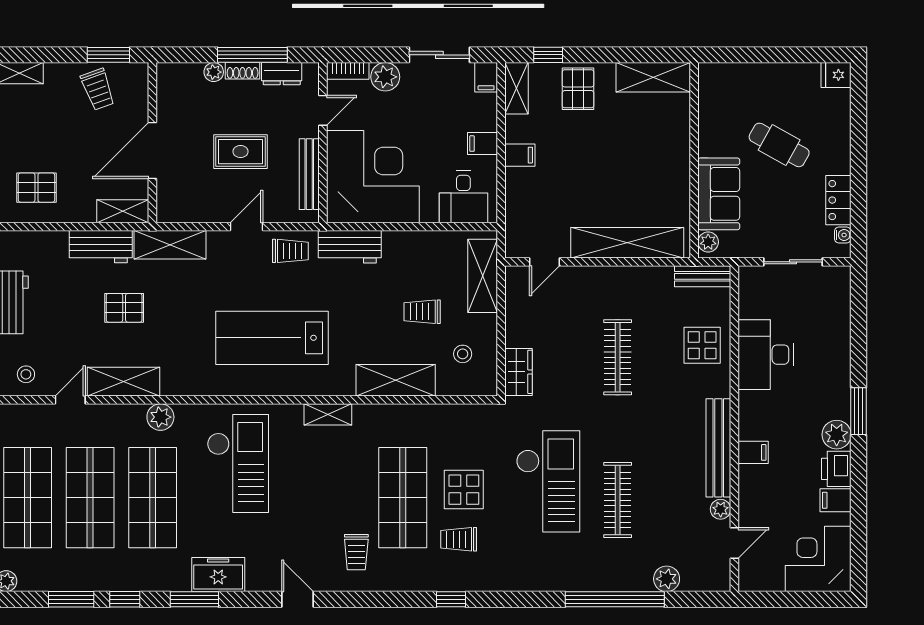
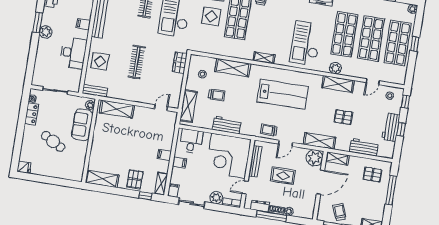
plant: (175, 204) -> (315, 158), added
shelving: (627, 243) -> (117, 109), width x0.68
workbench: (101, 247) -> (364, 147), moved
workbench: (350, 247) -> (227, 125), moved
shelving: (123, 382) -> (338, 84), moved
plant: (837, 435) -> (46, 32), moved
filing cabinet: (753, 452) -> (83, 24), moved

